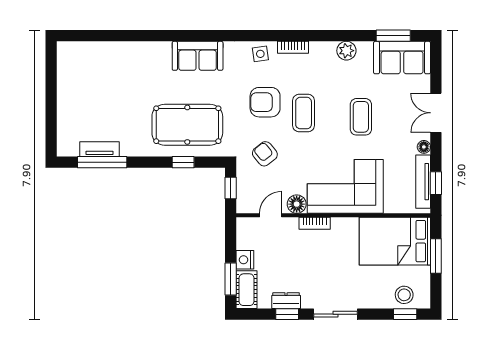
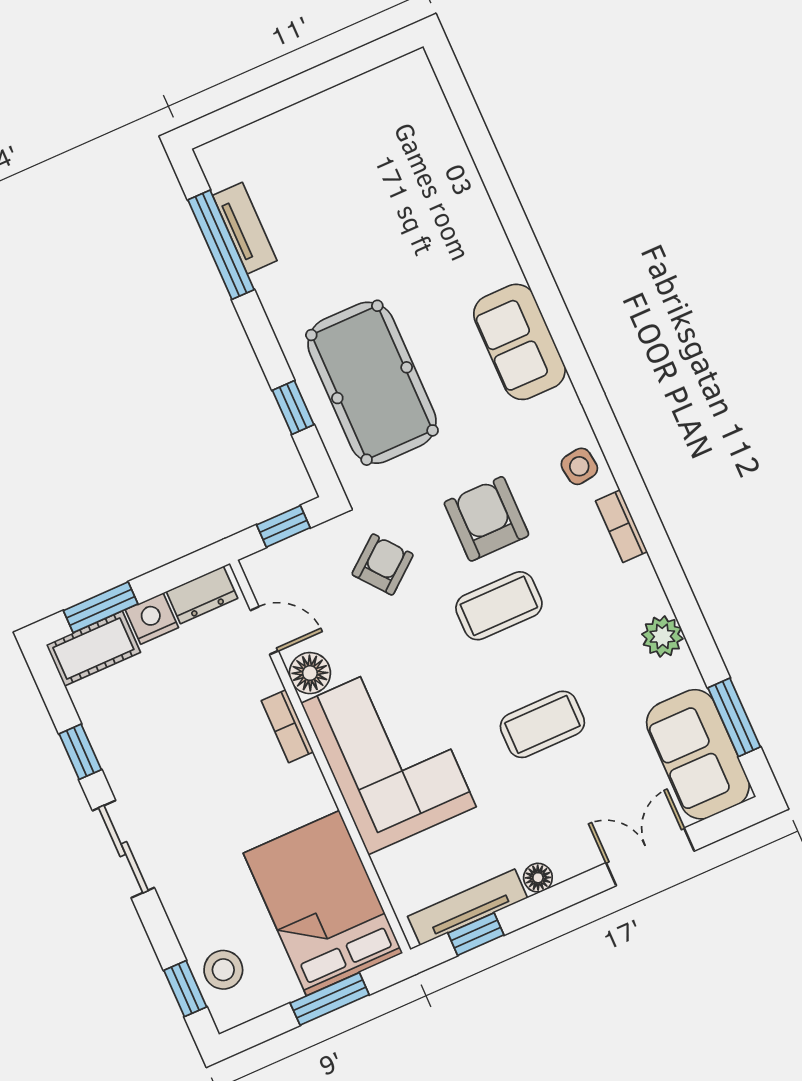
double door: (436, 113) -> (650, 857), moved
dresser: (286, 301) -> (202, 595), moved, turned 90

